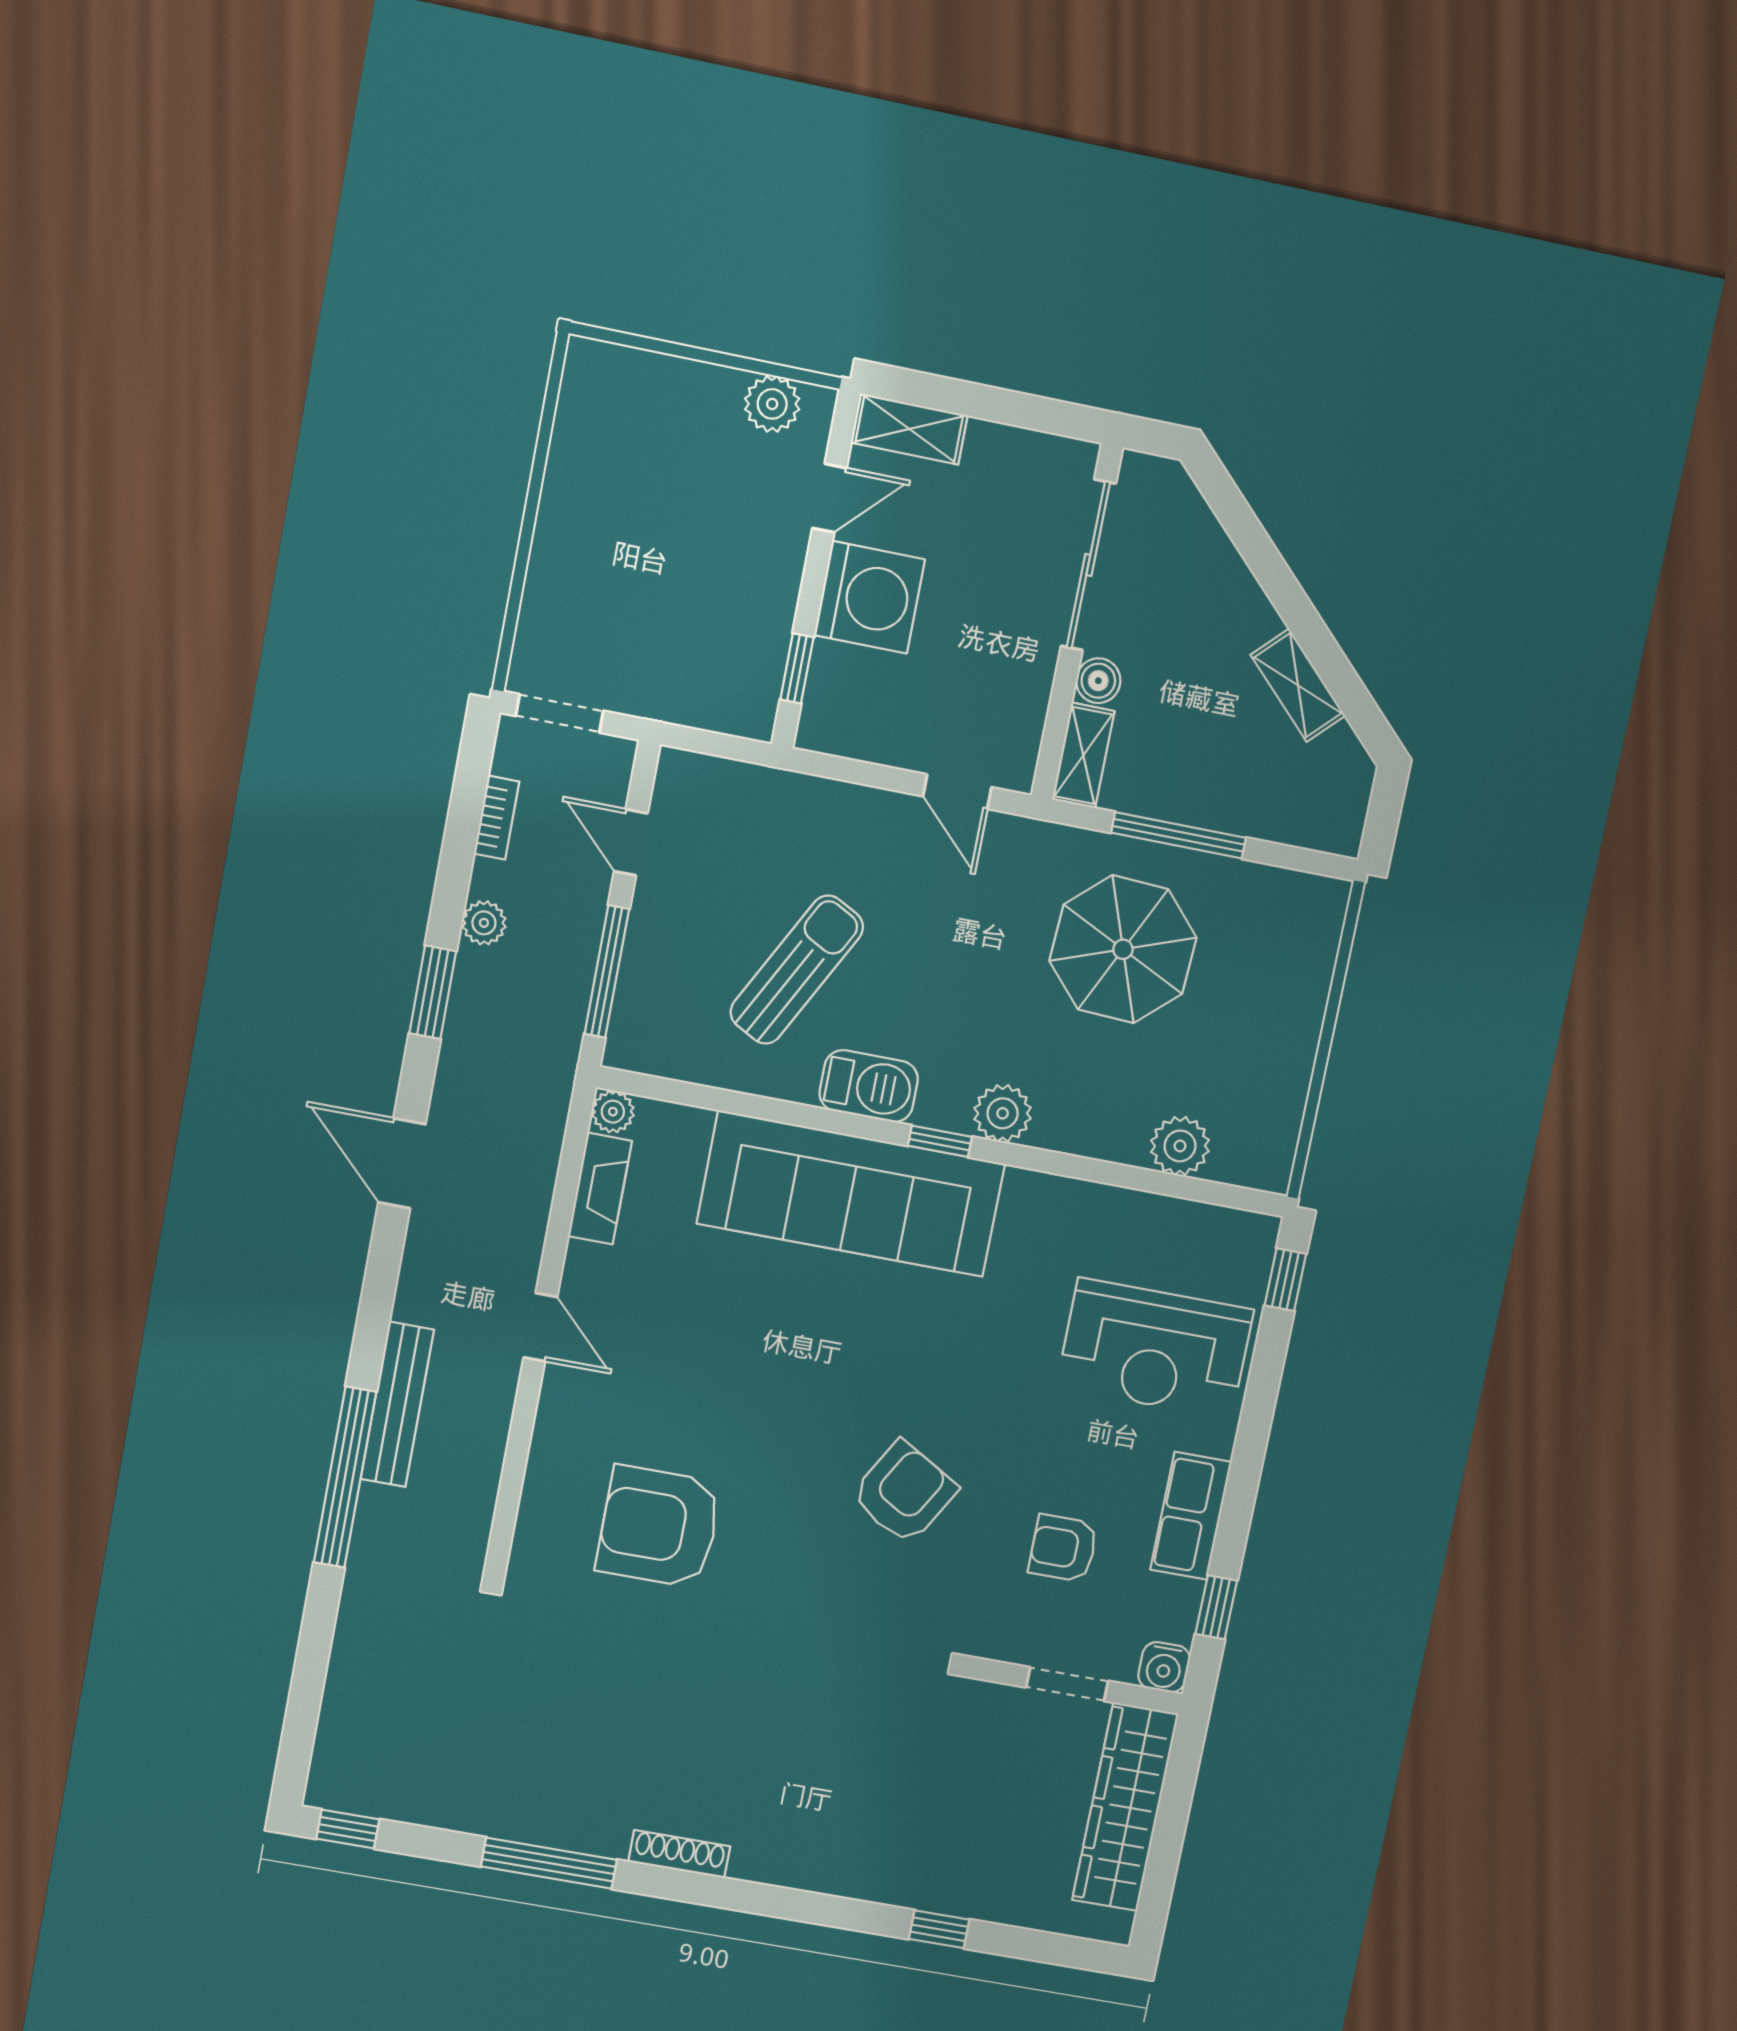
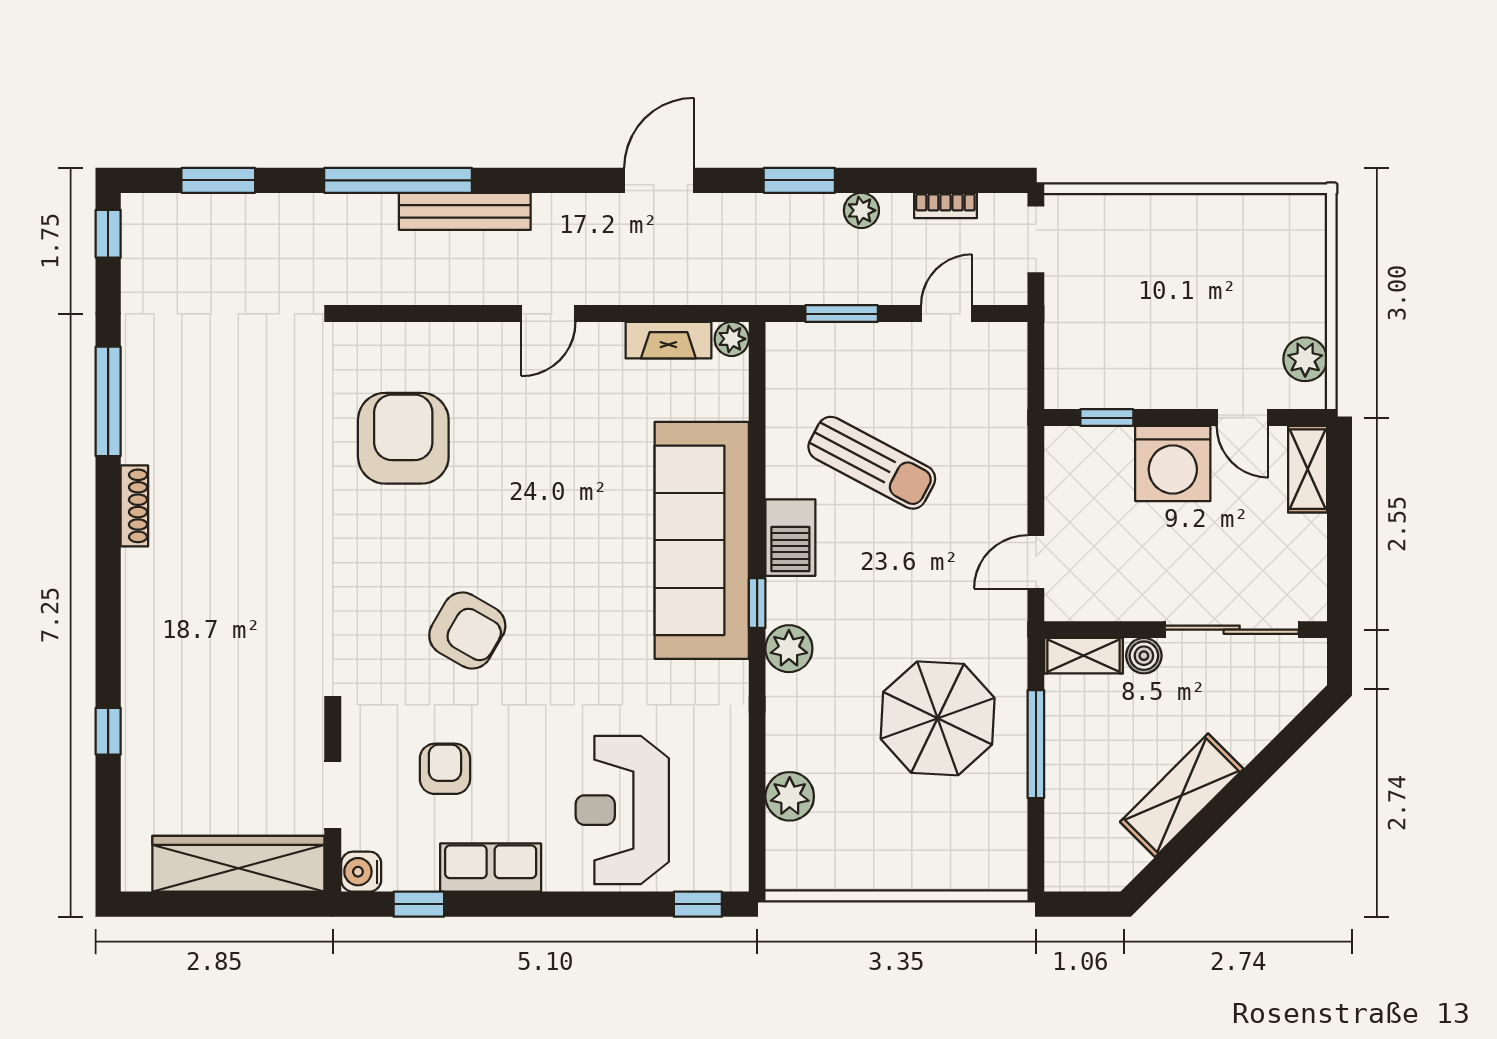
shelving: (1298, 685) -> (1182, 795), width x1.50, depth x1.33
window: (607, 972) -> (842, 314), width x0.69
window: (307, 1689) -> (218, 180), added

